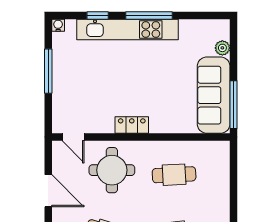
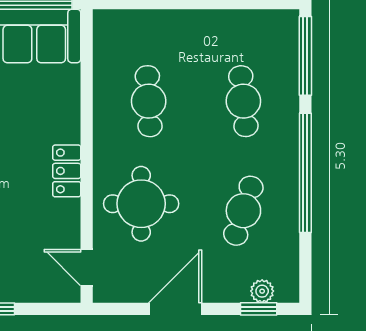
door: (73, 137) -> (87, 268), swing flipped

